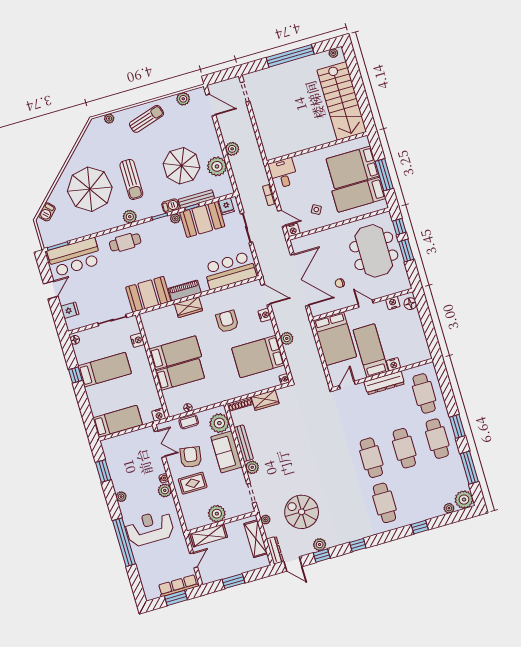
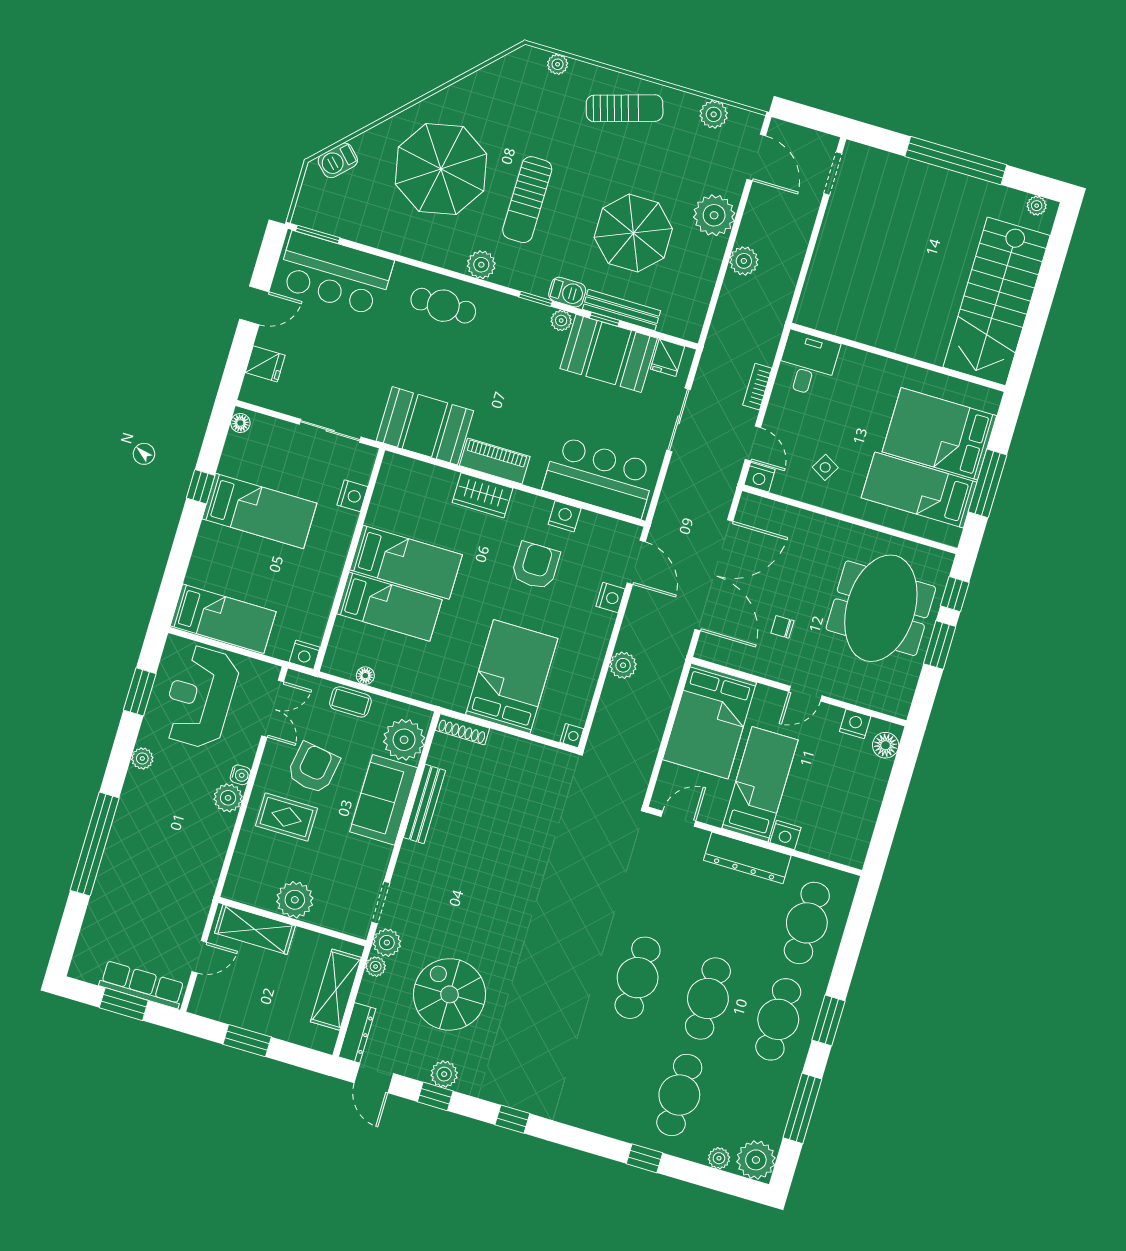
plant: (217, 166) -> (714, 215), moved
nightstand: (226, 295) -> (565, 516), added
door: (366, 304) -> (805, 694), swing flipped
bed: (258, 357) -> (512, 676), moved, turned 90
wardrobe: (265, 400) -> (513, 751), removed
plant: (252, 467) -> (387, 943), moved
cafe table: (384, 503) -> (679, 1095), moved
reception desk: (150, 528) -> (200, 697), moved, turned -90

